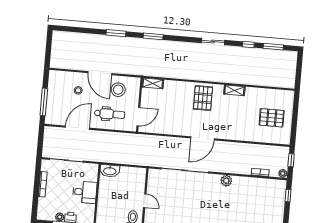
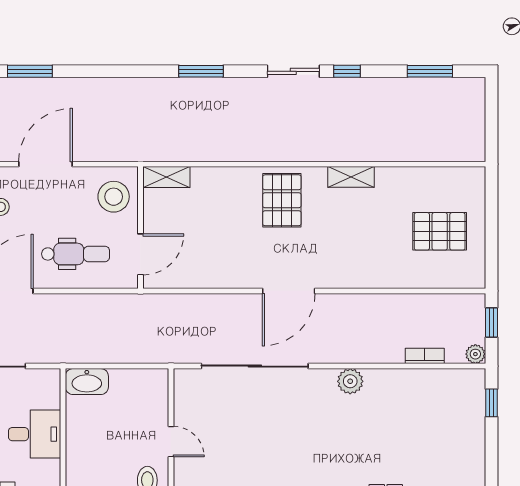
window: (116, 33) -> (30, 71), moved
window: (153, 36) -> (201, 71), moved
window: (248, 44) -> (347, 71), moved
door: (100, 73) -> (45, 164), swing flipped
stool: (118, 90) -> (114, 197), moved

